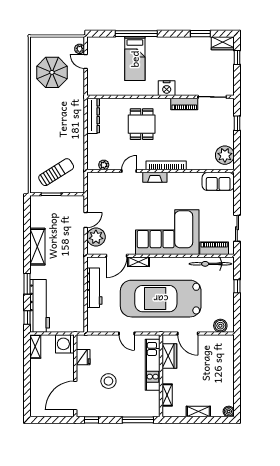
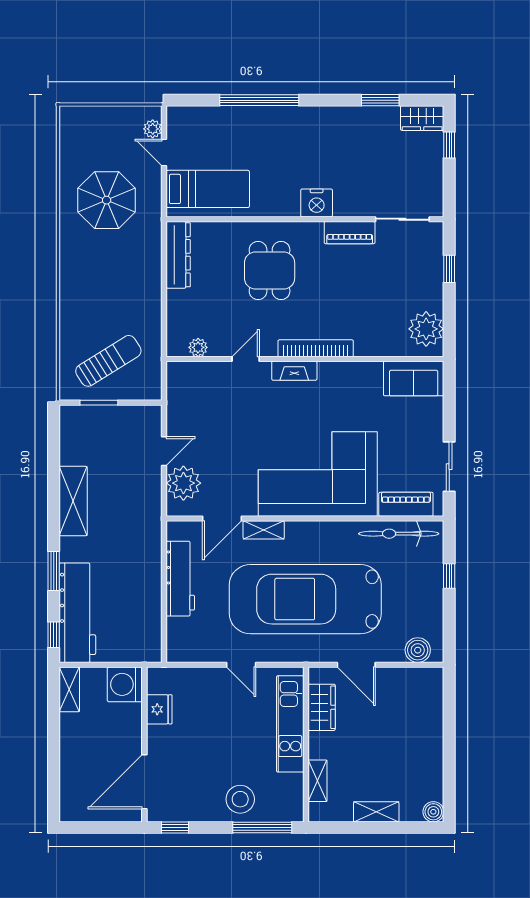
bed: (135, 59) -> (208, 189), moved, turned -90
parasol: (52, 72) -> (107, 200), moved
stool: (108, 381) -> (240, 799), moved

